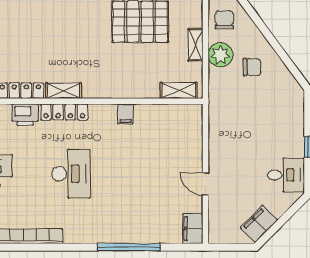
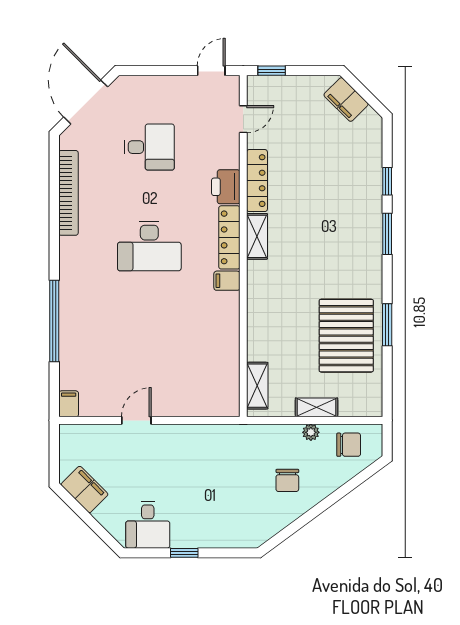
plant: (220, 55) -> (311, 432), width x0.53, depth x0.53
filing cabinet: (126, 114) -> (227, 281), moved
filing cabinet: (193, 229) -> (69, 404), width x0.50

